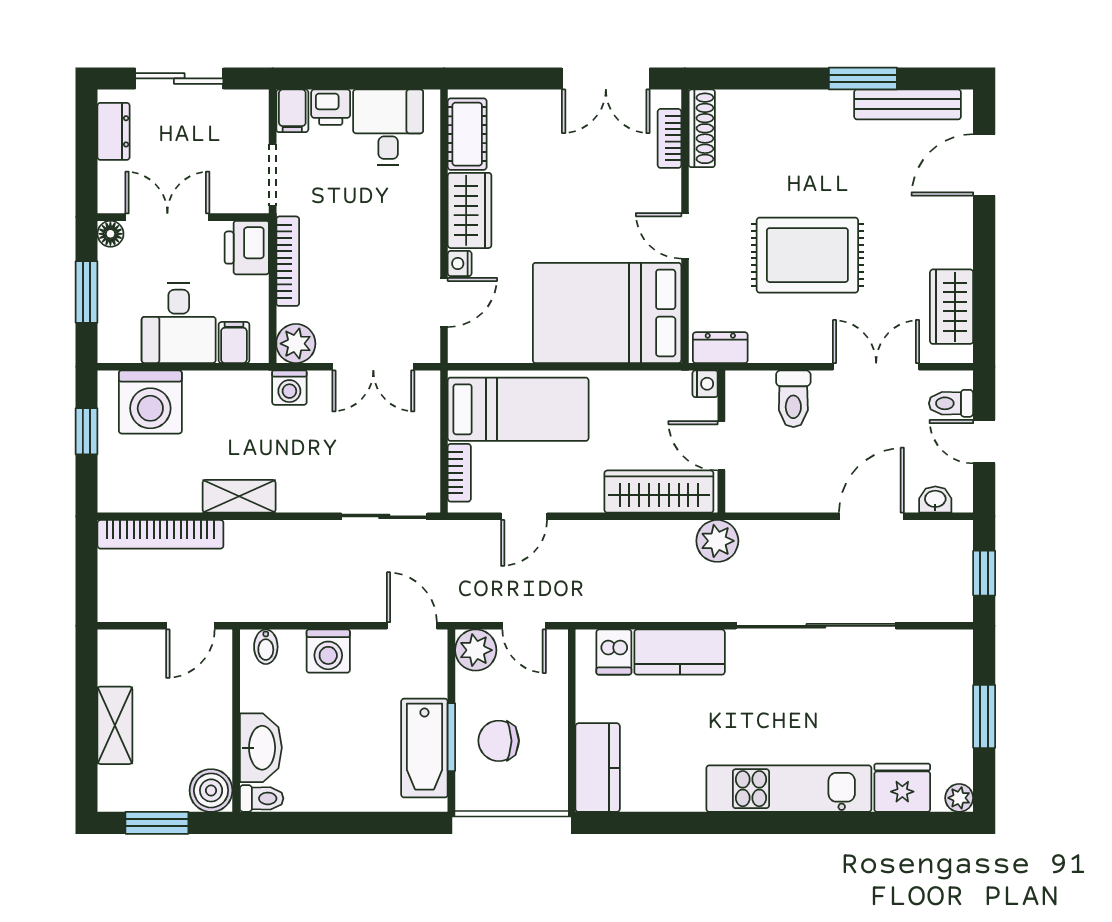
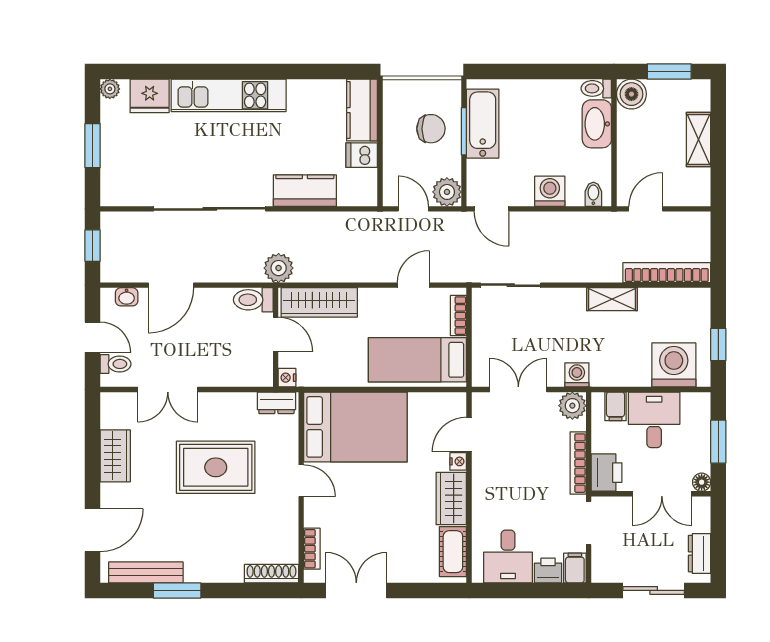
shoe rack: (702, 128) -> (271, 574), moved, turned 90
wardrobe: (952, 307) -> (115, 456), moved
toilet: (793, 399) -> (253, 300), moved, turned -90
dishwasher: (614, 652) -> (362, 155), moved, turned -90

